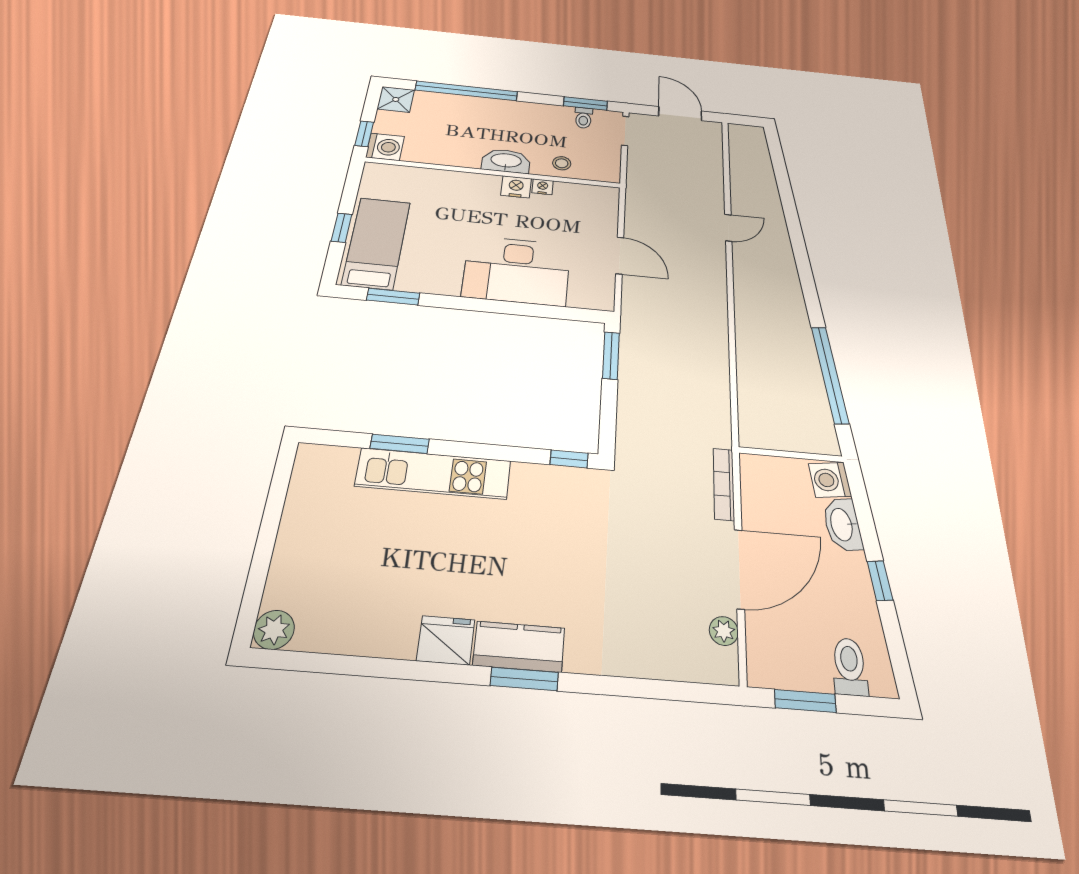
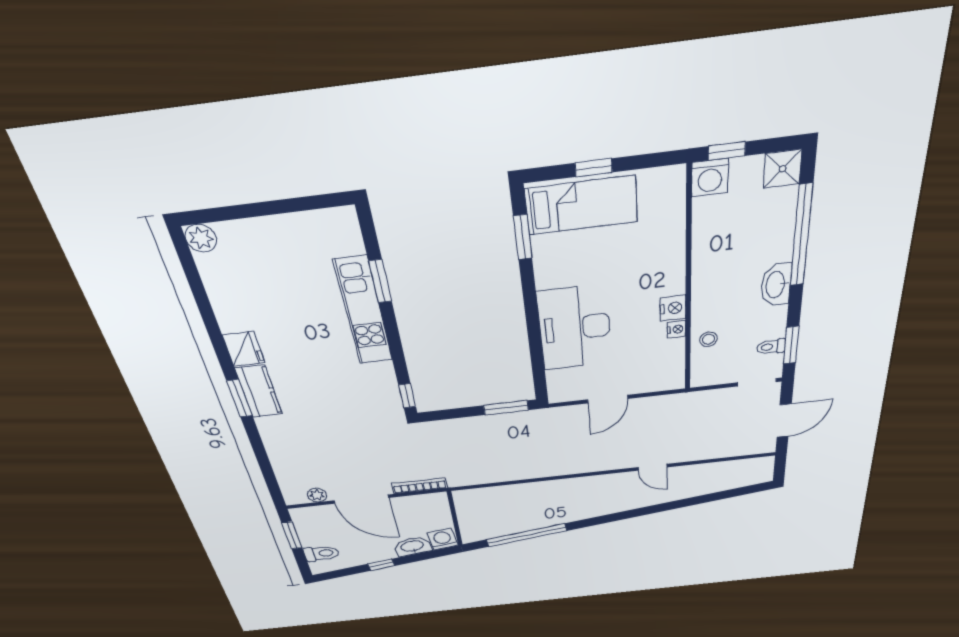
washbasin: (506, 161) -> (776, 285), moved, turned 180

